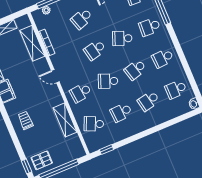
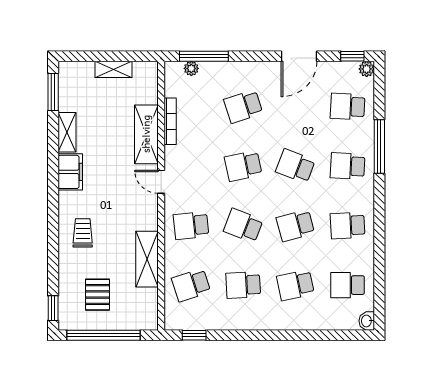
shelving: (32, 43) -> (146, 134), moved
school desk: (94, 124) -> (191, 285), turned -42
pallet: (42, 160) -> (98, 295), moved, turned 90

